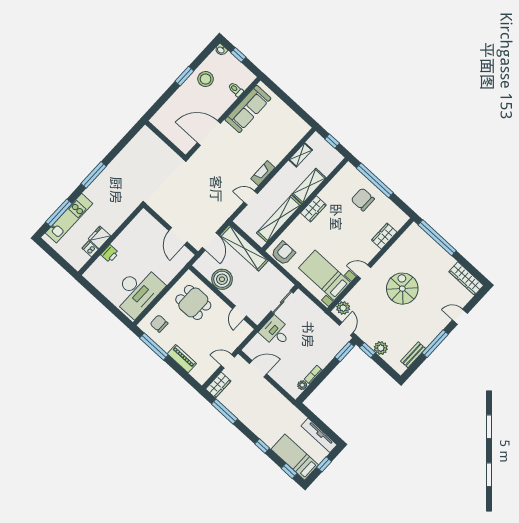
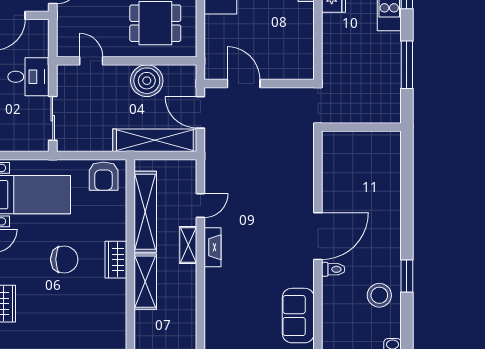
toilet: (236, 90) -> (333, 269), moved
sofa: (248, 109) -> (298, 316), width x0.73
wall: (165, 140) -> (361, 127), moved
shelving: (301, 155) -> (188, 245), moved
chair: (363, 199) -> (64, 259), moved

